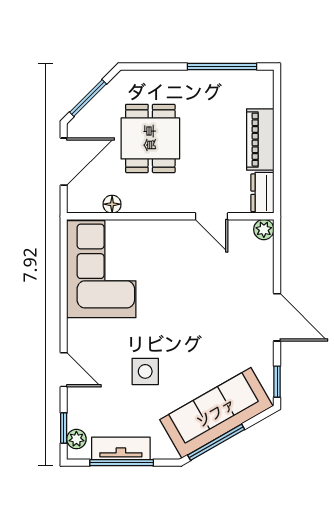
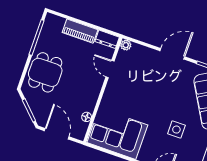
dining table: (150, 138) -> (45, 72), moved, turned 90
door: (212, 216) -> (110, 69), swing flipped

